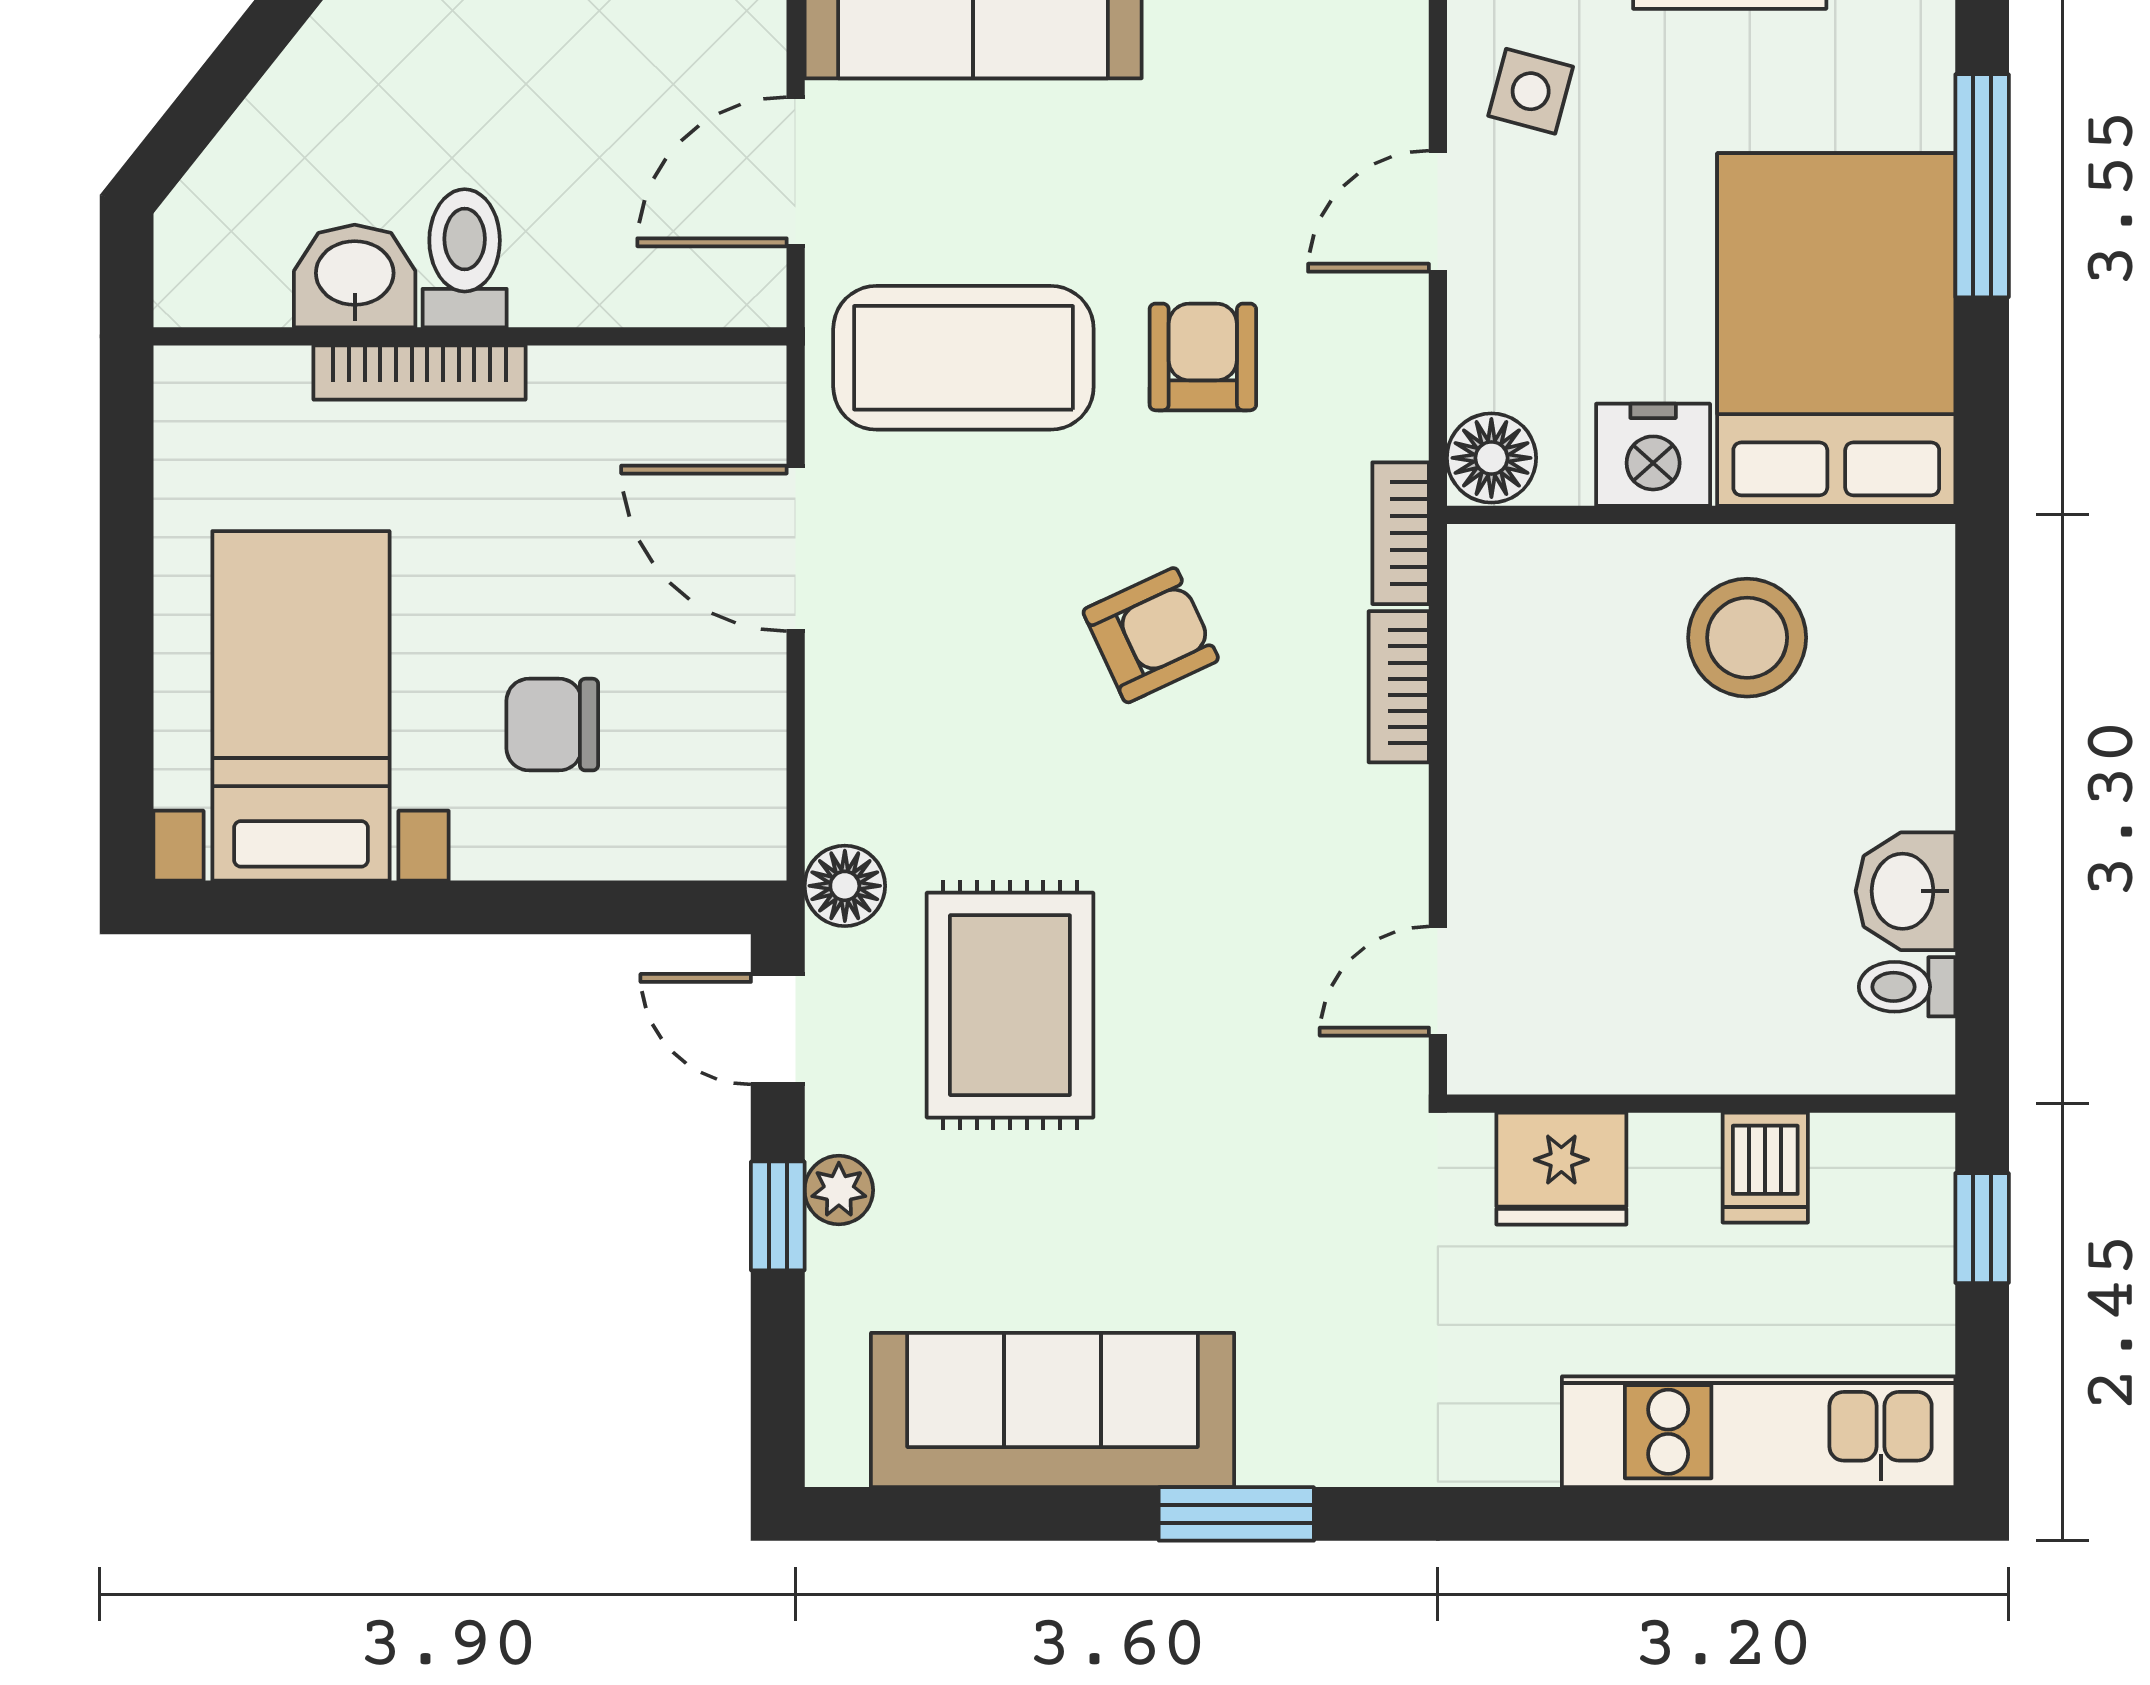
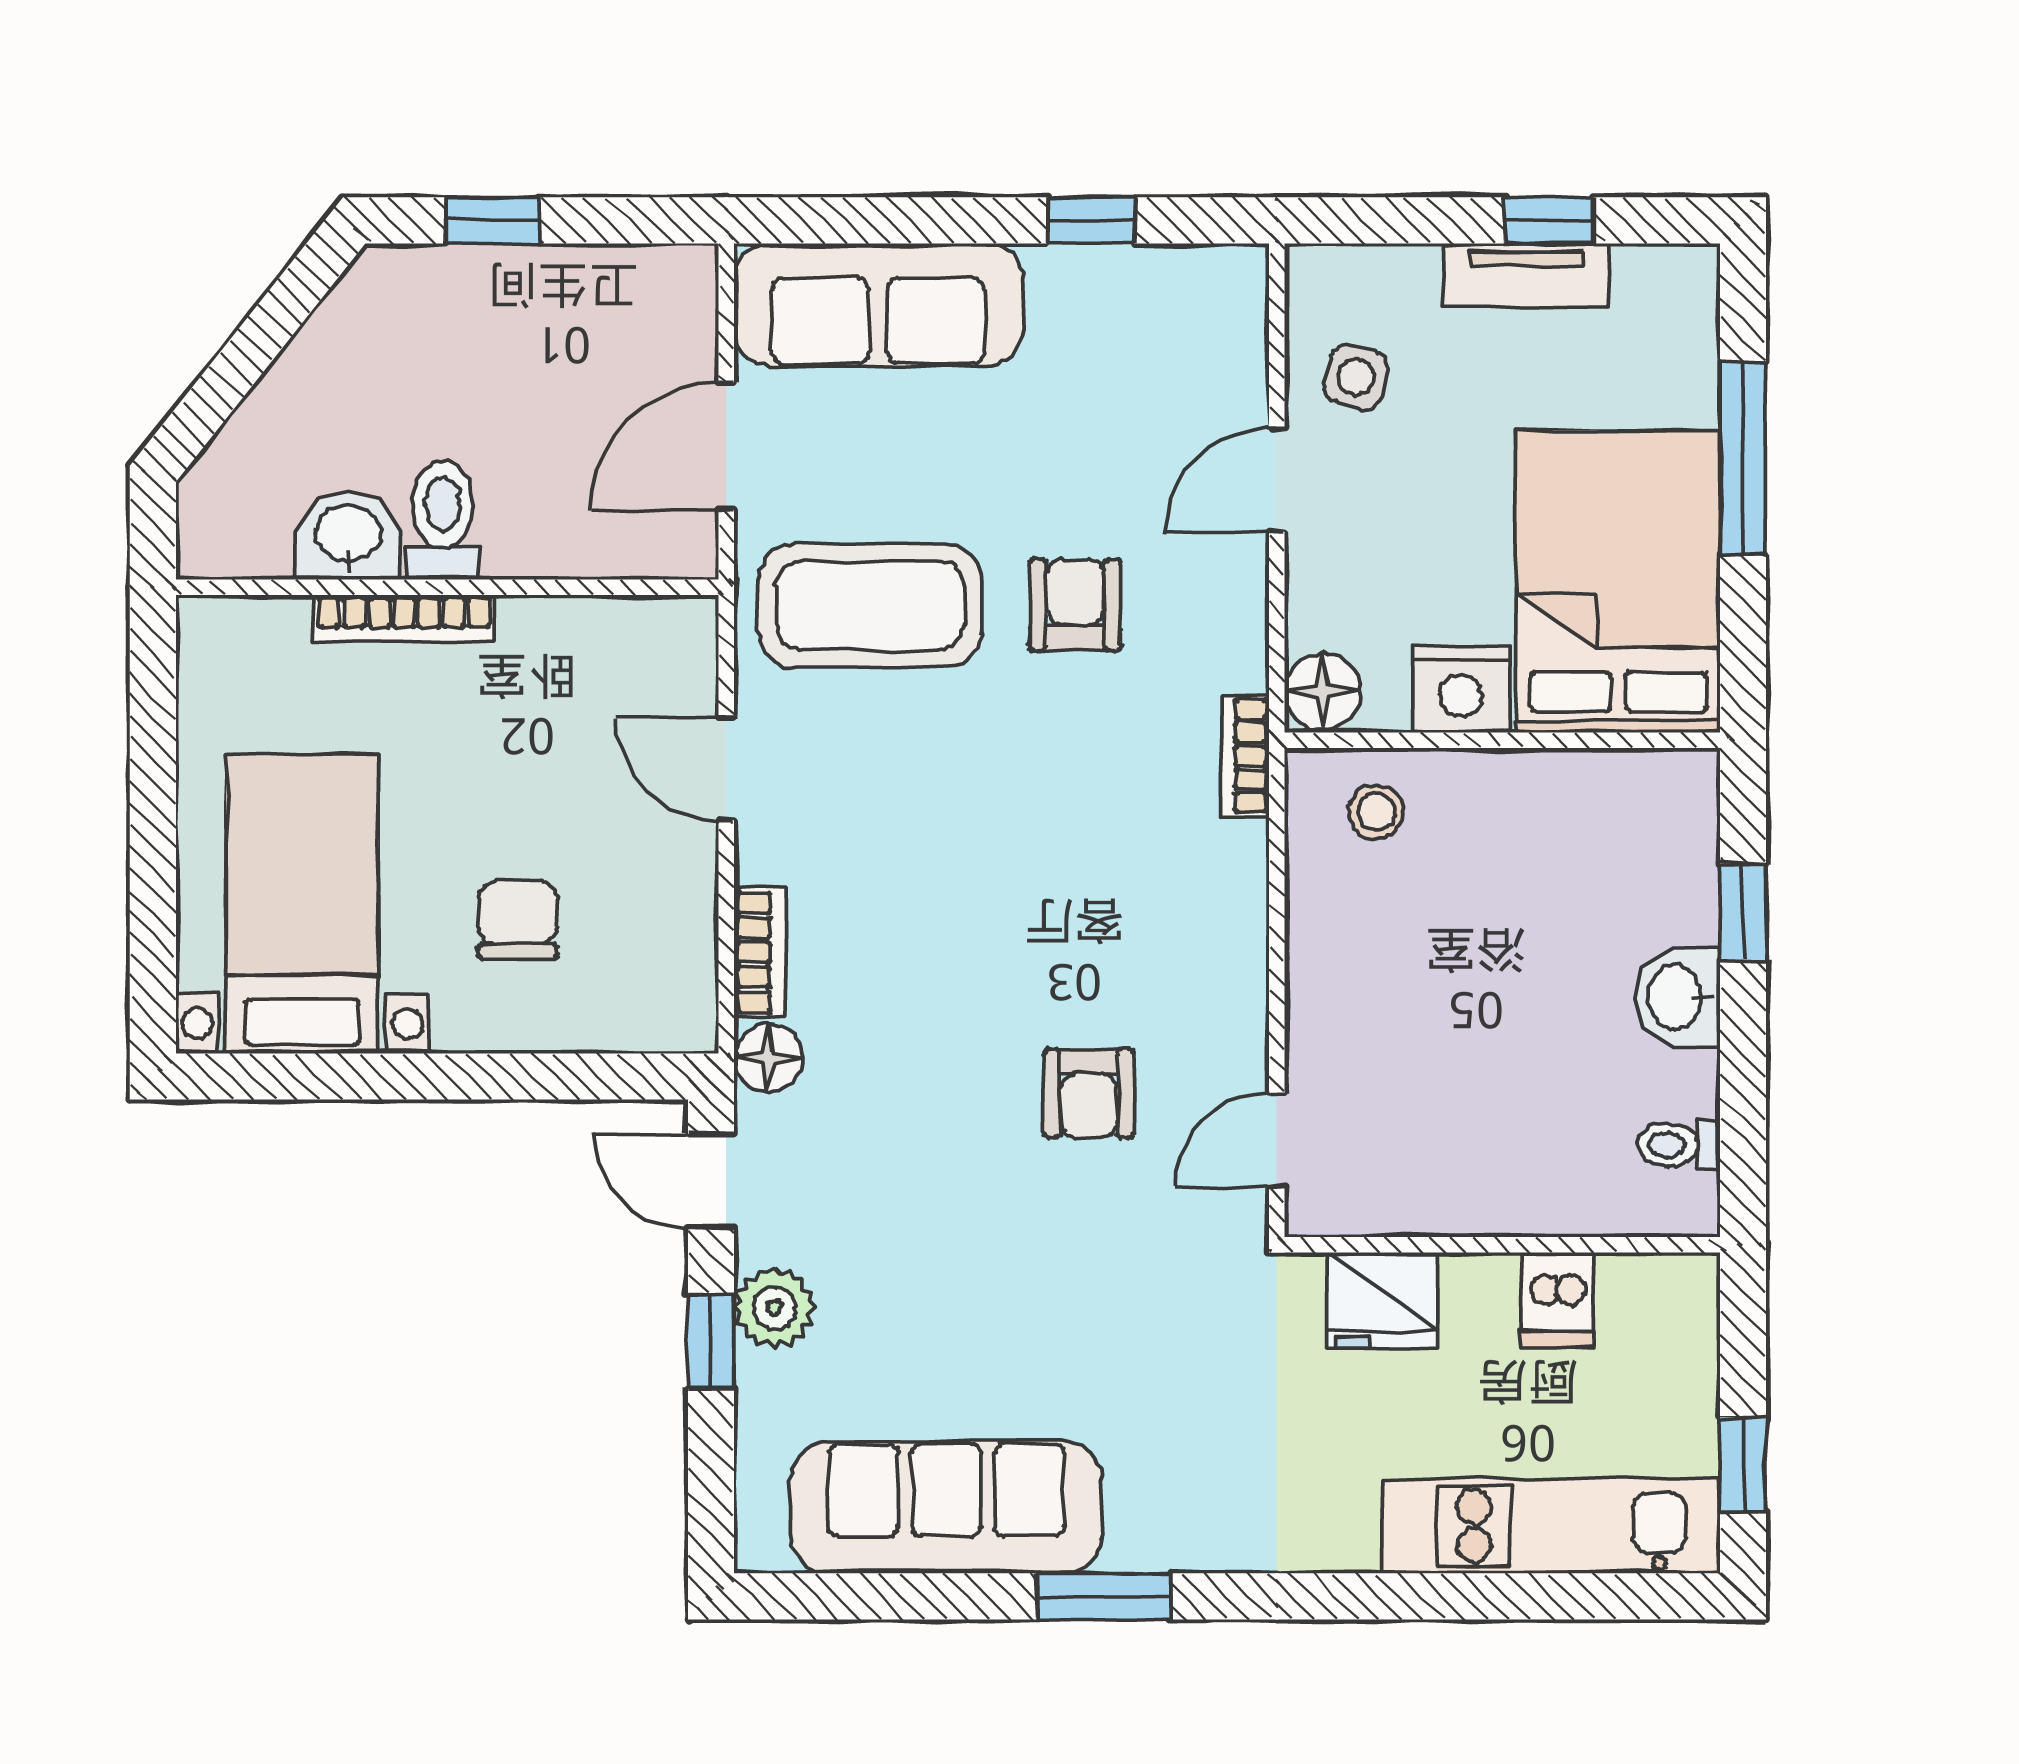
door: (796, 548) -> (726, 769), width x0.73
armchair: (1151, 635) -> (1089, 1093), moved, turned 115
stool: (1747, 638) -> (1376, 812), moved, width x0.53, depth x0.53
bookcase: (1399, 687) -> (760, 953), moved, turned 180
window: (1982, 716) -> (1743, 912), added
chair: (552, 725) -> (518, 920), turned 90
washbasin: (1905, 891) -> (1677, 997), moved
rug: (1010, 1005) -> (910, 1160), removed
plant: (839, 1190) -> (774, 1308), width x1.38, depth x1.38
window: (1982, 1228) -> (1743, 1464), moved

